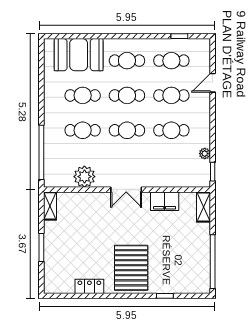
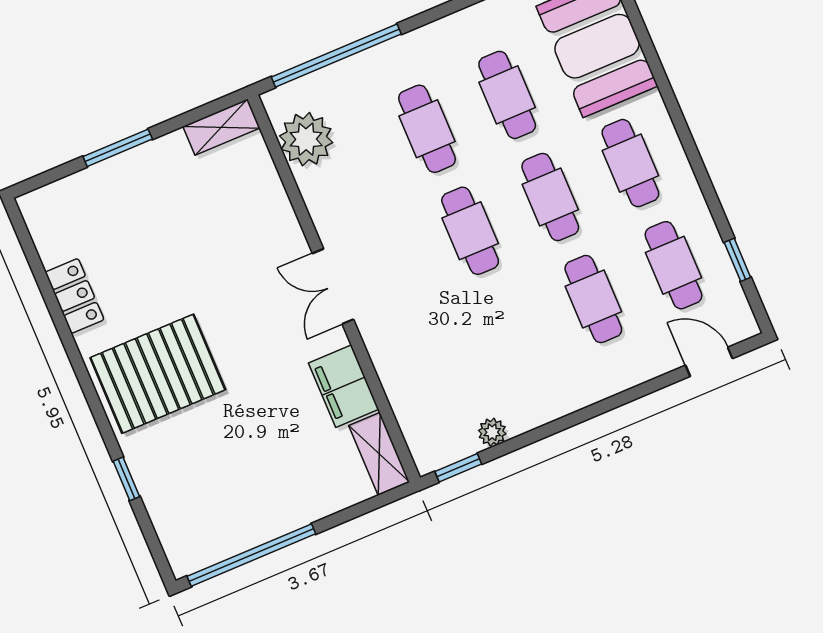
door: (213, 83) -> (709, 362), moved
cafe table: (171, 130) -> (513, 333), removed
plant: (84, 177) -> (306, 139), moved
shelving: (204, 207) -> (379, 454), moved, turned 90

